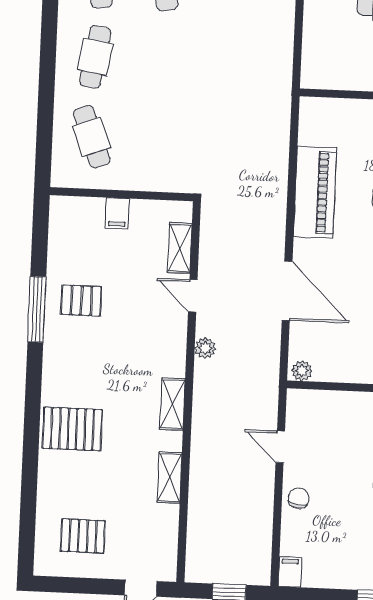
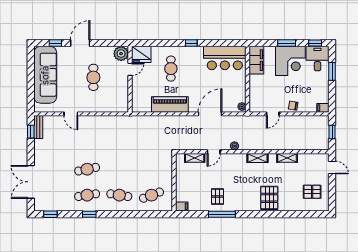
filing cabinet: (117, 213) -> (182, 206), moved
pallet: (83, 536) -> (312, 192), turned 90

